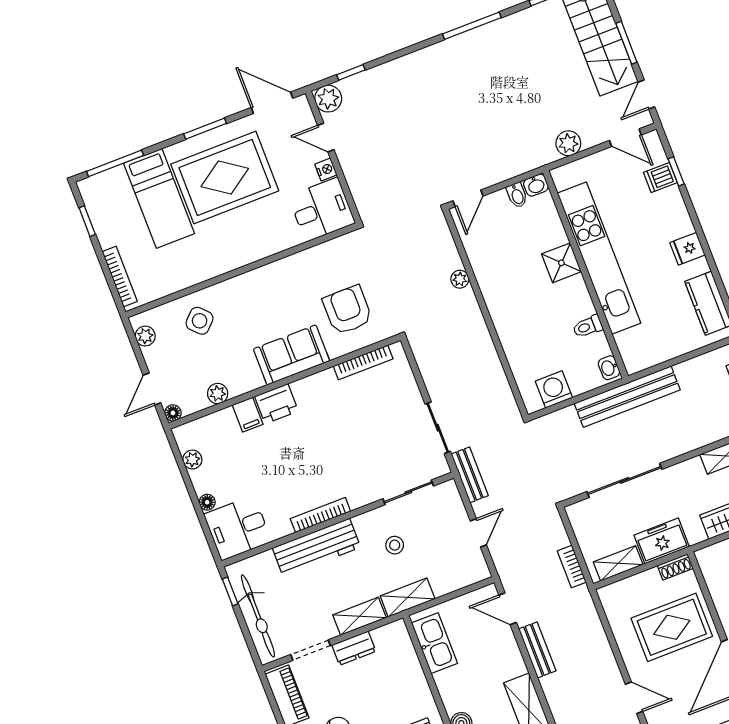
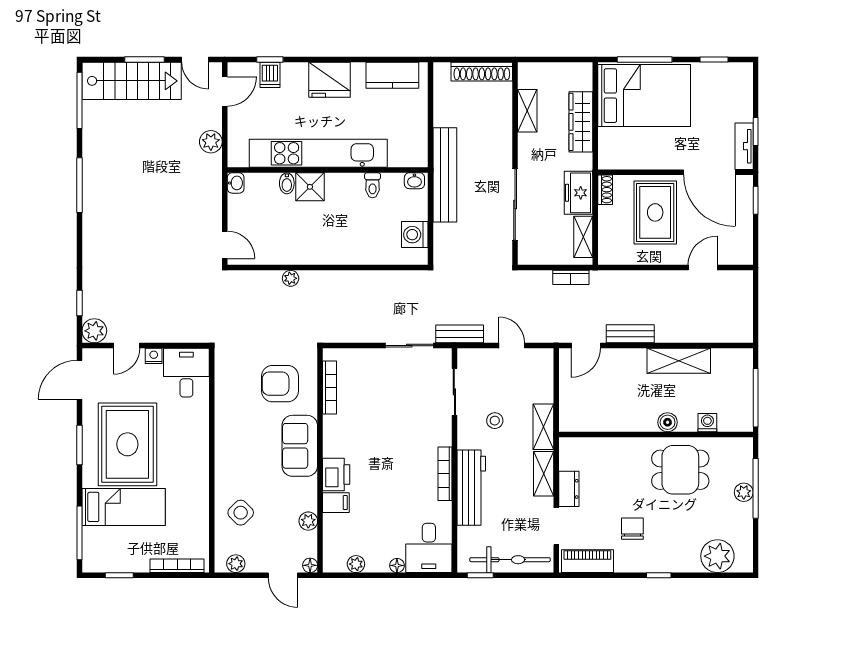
bidet: (517, 195) -> (287, 183), moved, turned 90
fridge: (687, 249) -> (329, 80), width x1.88, depth x1.34
kitchen sink: (435, 643) -> (591, 419), removed

